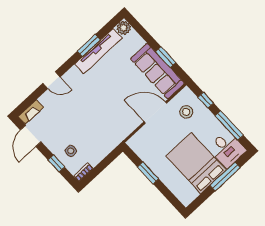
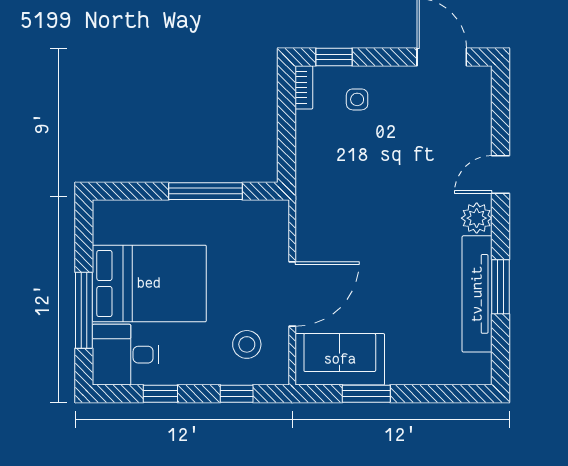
plant: (124, 28) -> (477, 218), moved
sofa: (157, 71) -> (340, 359), width x0.73
fireplace: (31, 112) -> (480, 93), removed
window: (229, 125) -> (160, 394), width x0.46
window: (56, 163) -> (334, 57), moved
window: (148, 173) -> (205, 191), width x1.44

